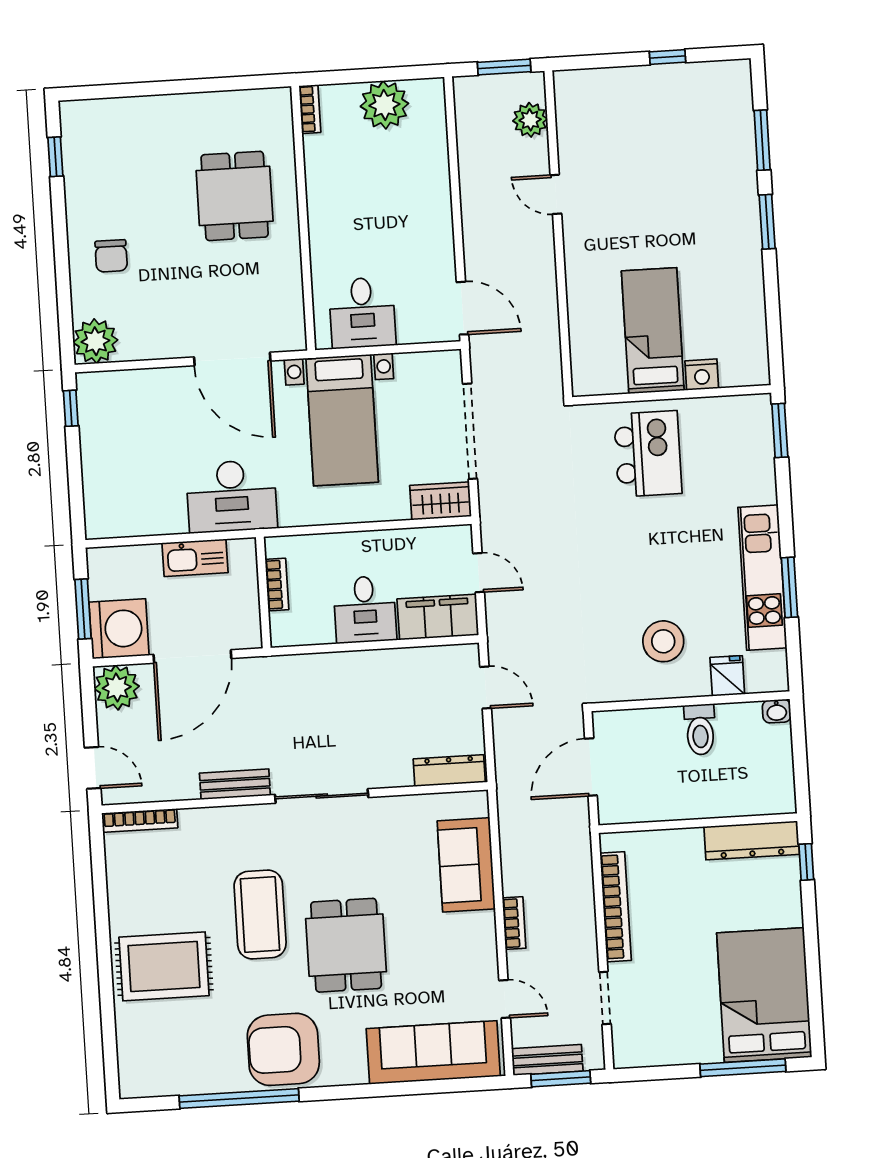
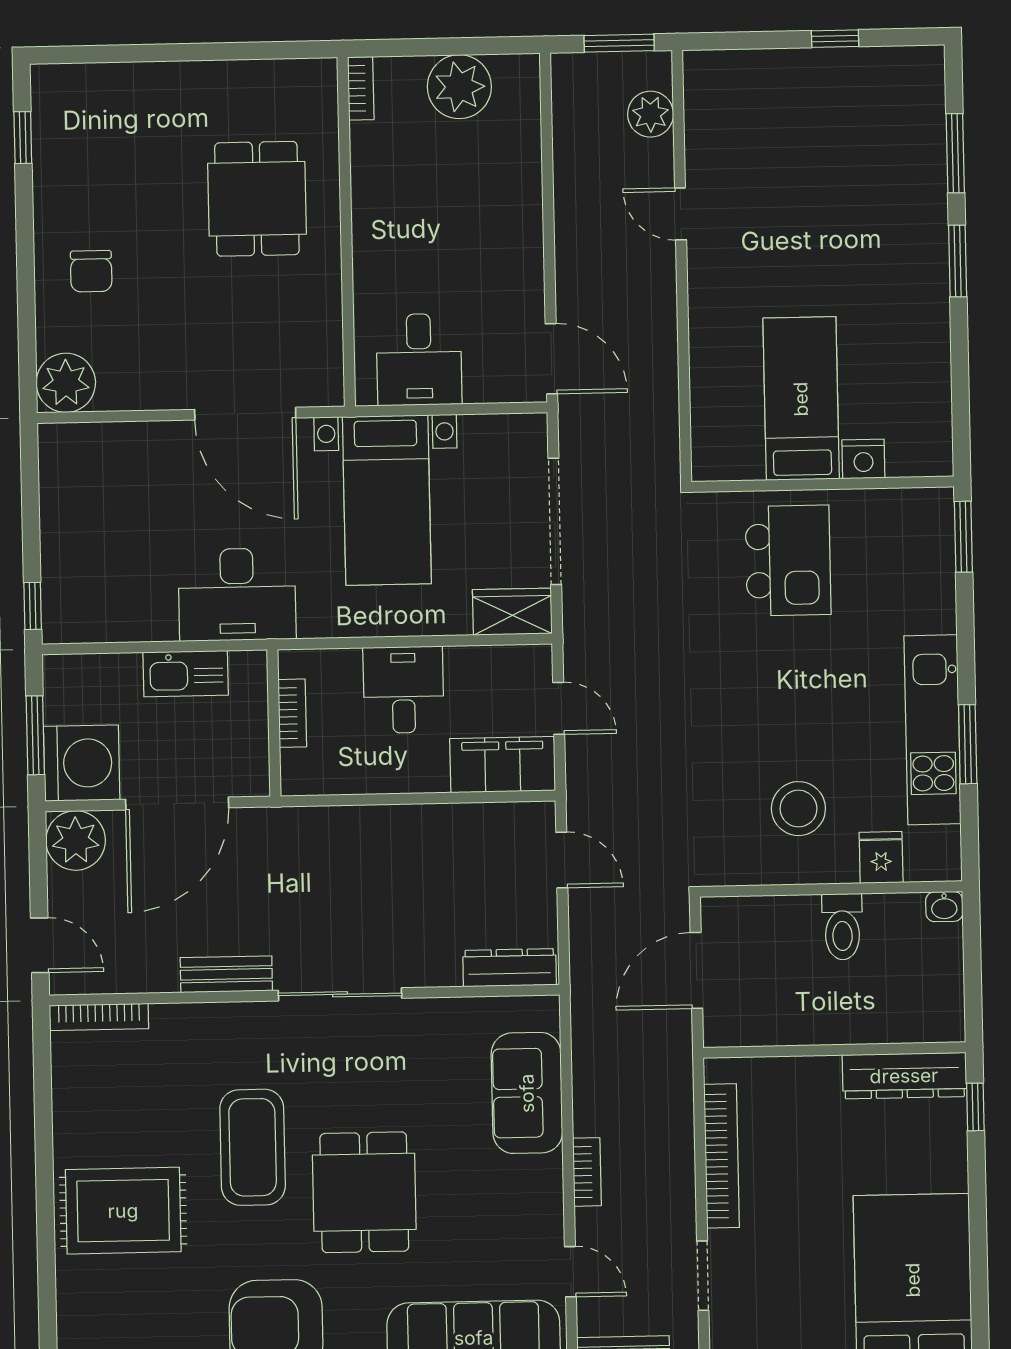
window: (71, 408) -> (33, 606), moved
desk: (365, 609) -> (403, 690), moved, turned 180

